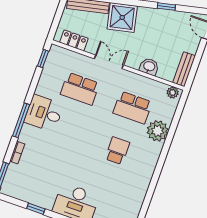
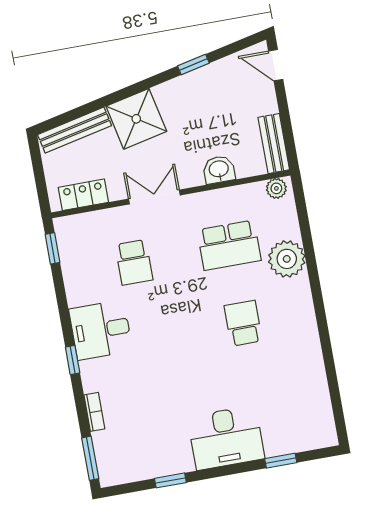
school desk: (80, 89) -> (134, 262), width x0.54
window: (21, 120) -> (73, 360), width x0.46

